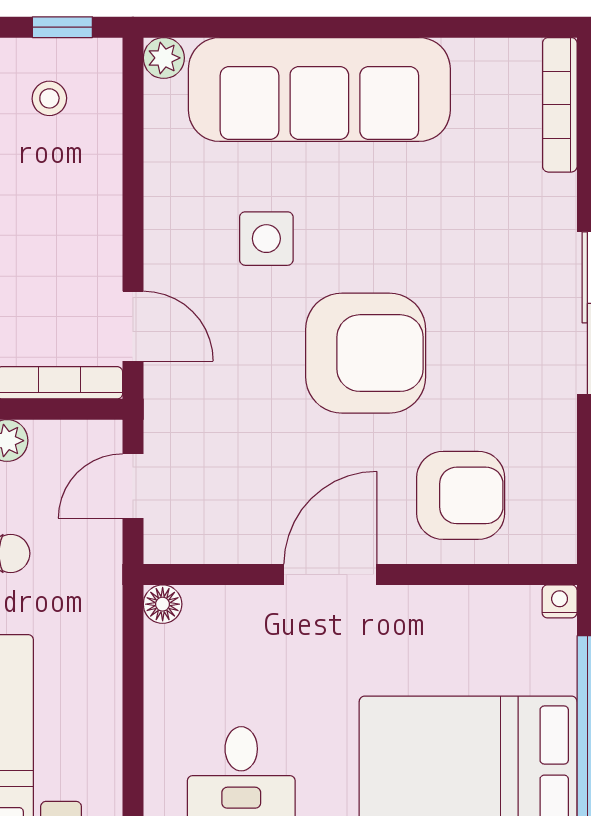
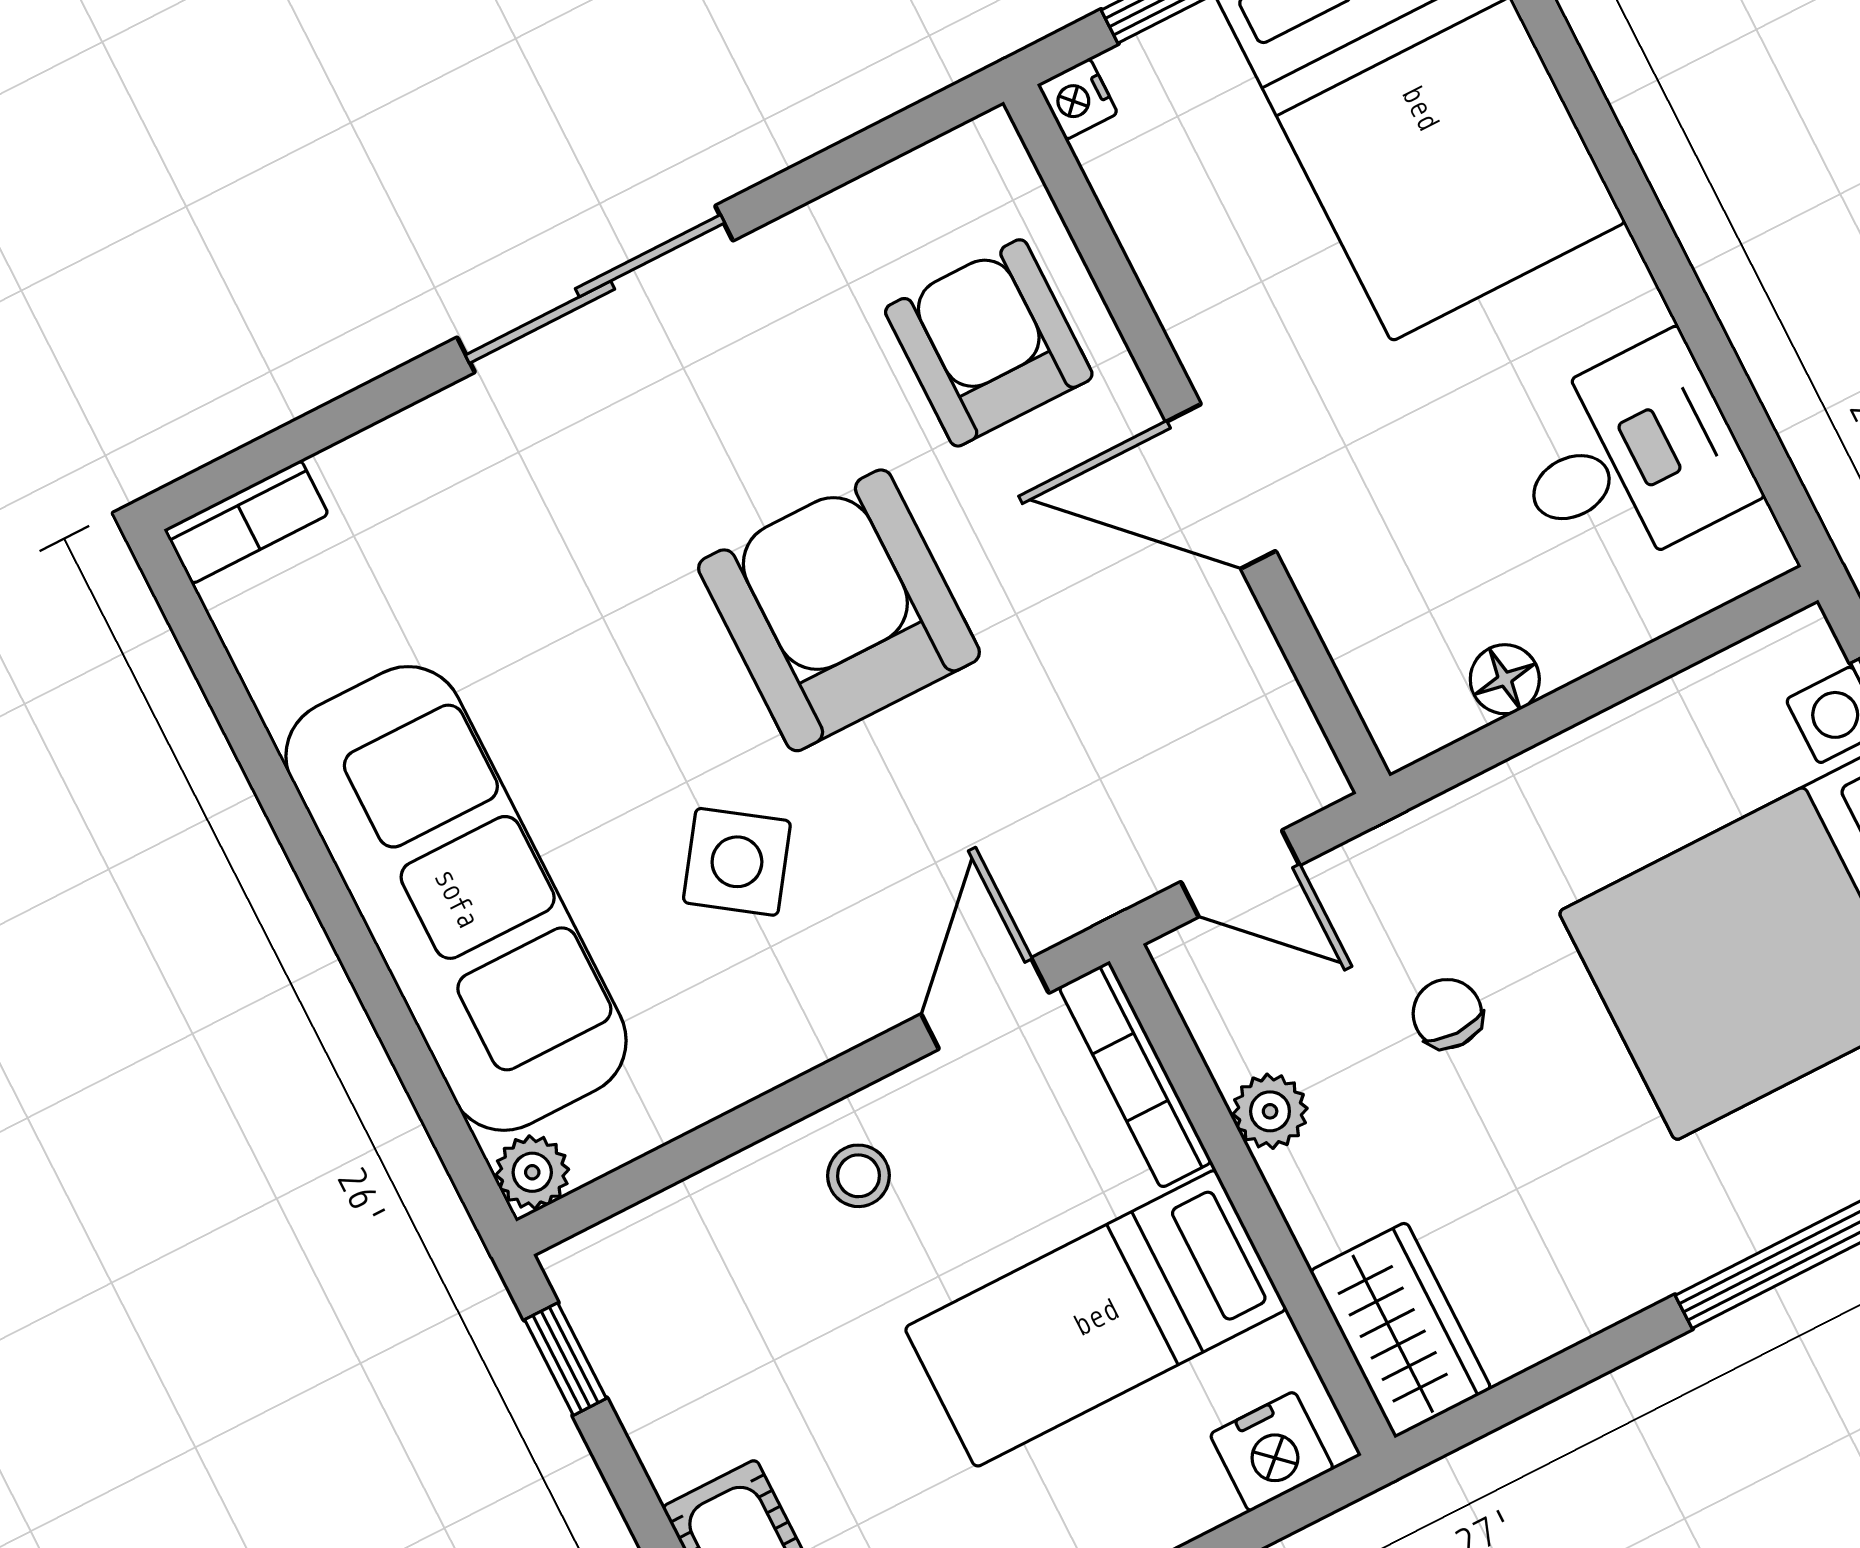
stool: (49, 98) -> (858, 1176), moved
bookcase: (560, 105) -> (246, 522), width x0.64
side table: (266, 239) -> (737, 862), turned 35
floor lamp: (163, 604) -> (1505, 679), moved

